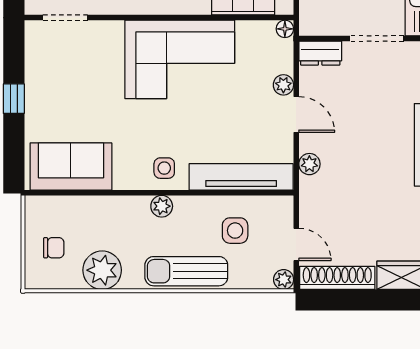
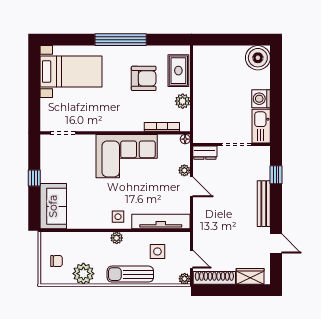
plant: (309, 164) -> (199, 214), removed
sofa: (71, 167) -> (53, 206), moved, turned 90

